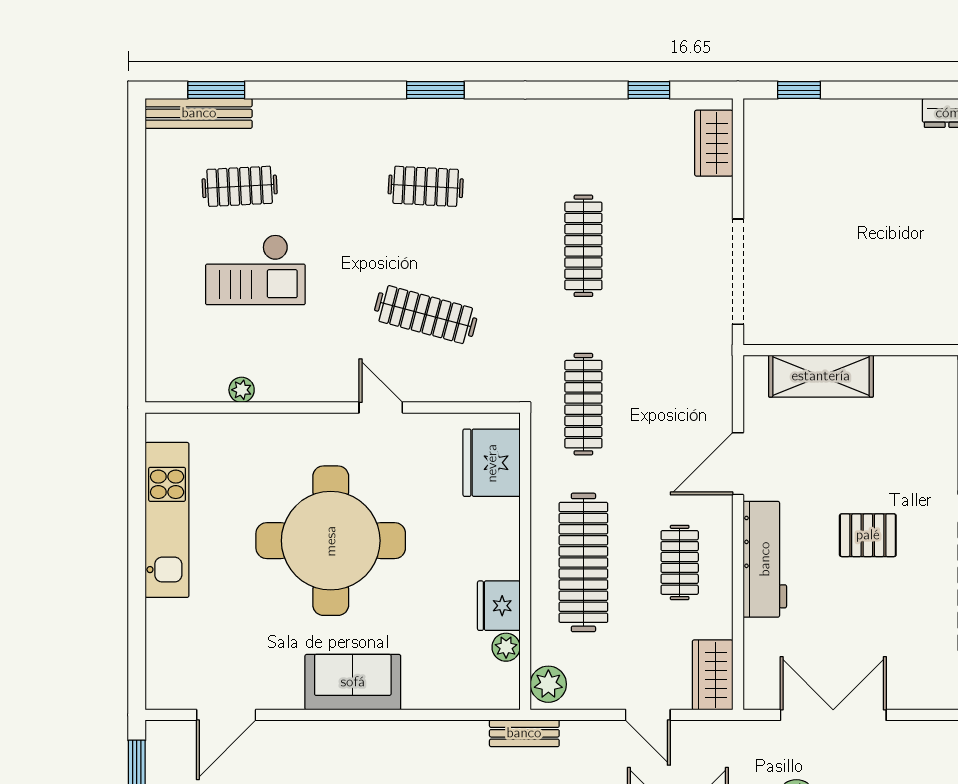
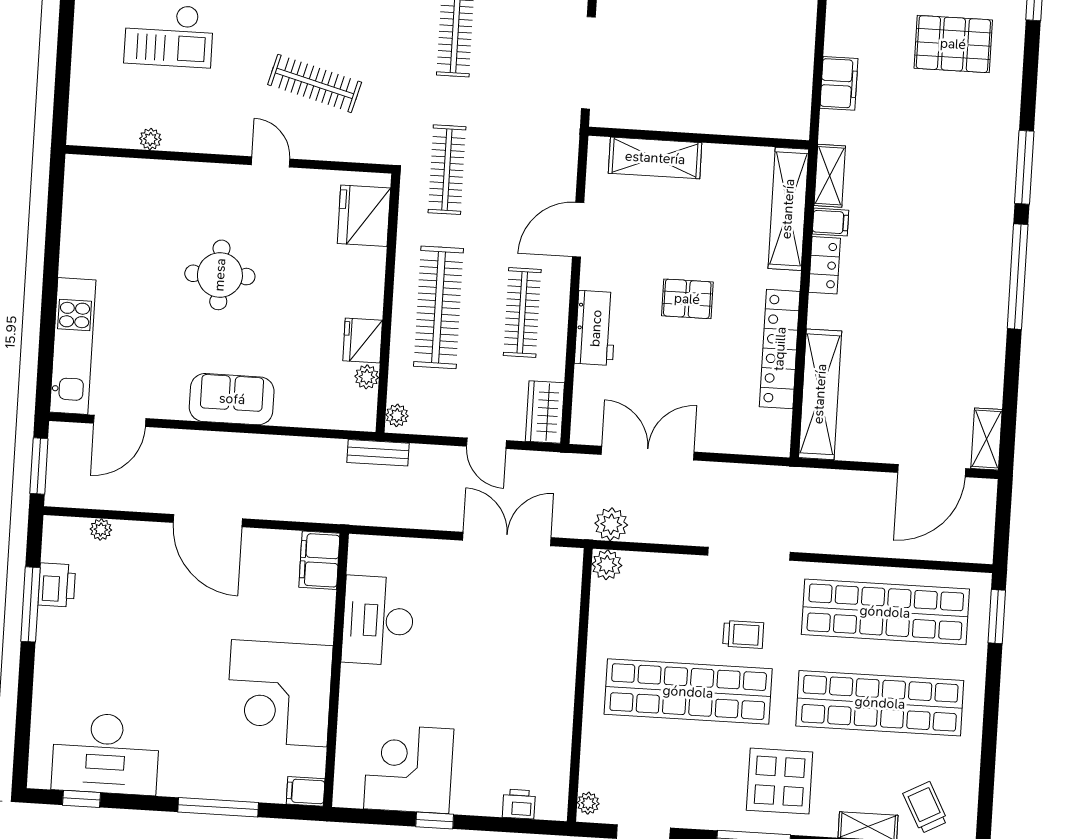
kitchen unit: (167, 520) -> (73, 346), moved
round table: (331, 541) -> (220, 275), width x0.54, depth x0.54
workbench: (765, 559) -> (596, 328), width x0.73
clothes rail: (680, 562) -> (522, 312), width x1.36
plant: (548, 684) -> (397, 415), width x0.73, depth x0.73

